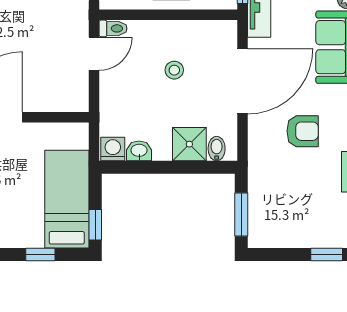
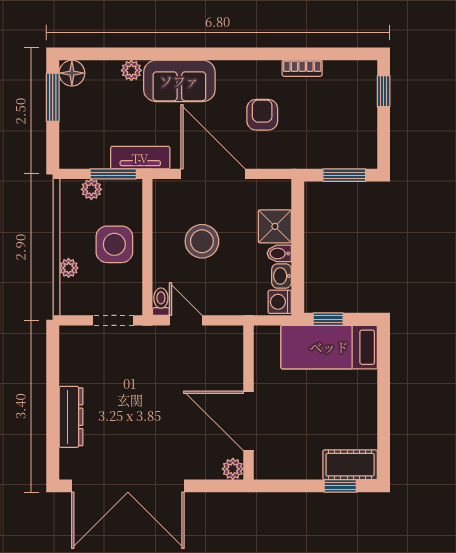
stool: (174, 70) -> (202, 241), width x1.89, depth x1.89
bidet: (217, 149) -> (279, 253), moved
window: (95, 225) -> (328, 319), moved
window: (40, 254) -> (384, 373), removed

